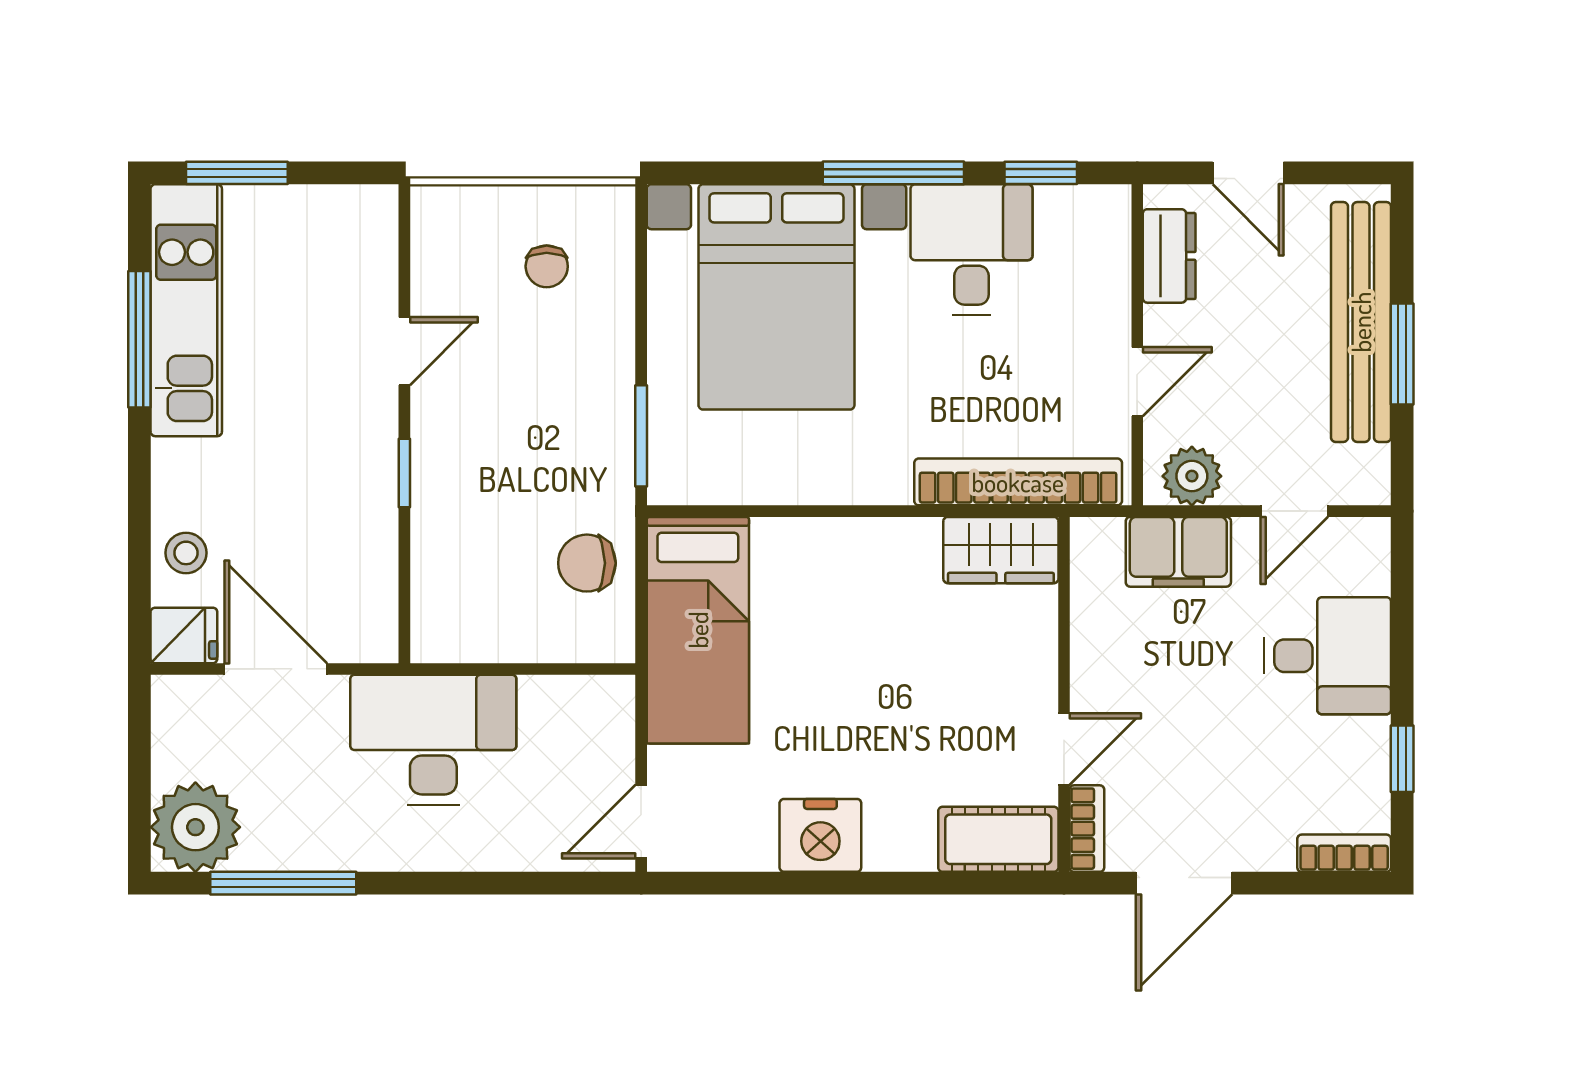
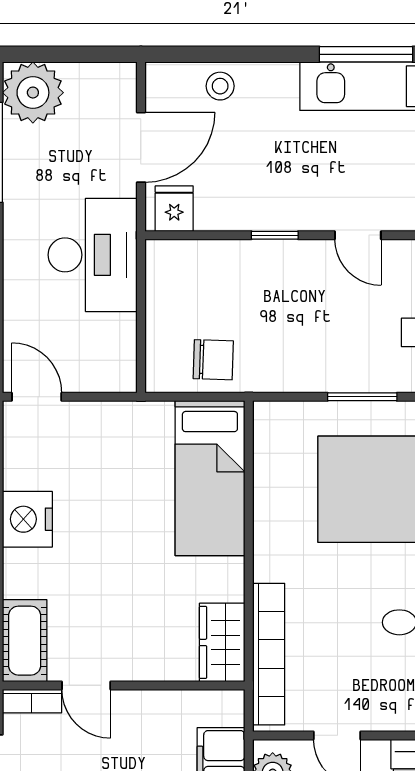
window: (641, 436) -> (362, 397), moved
chair: (587, 563) -> (213, 360), turned 92
bed: (698, 630) -> (210, 478), moved, turned -90
fridge: (184, 635) -> (174, 209), moved, turned 180

